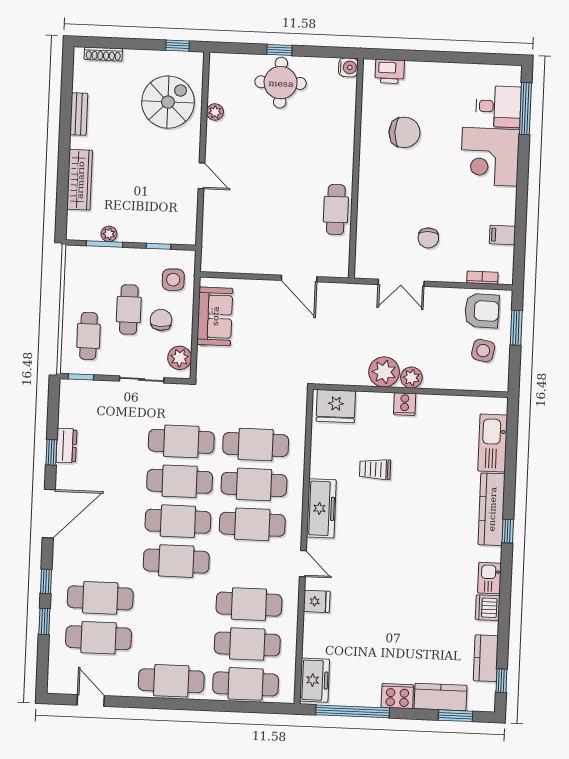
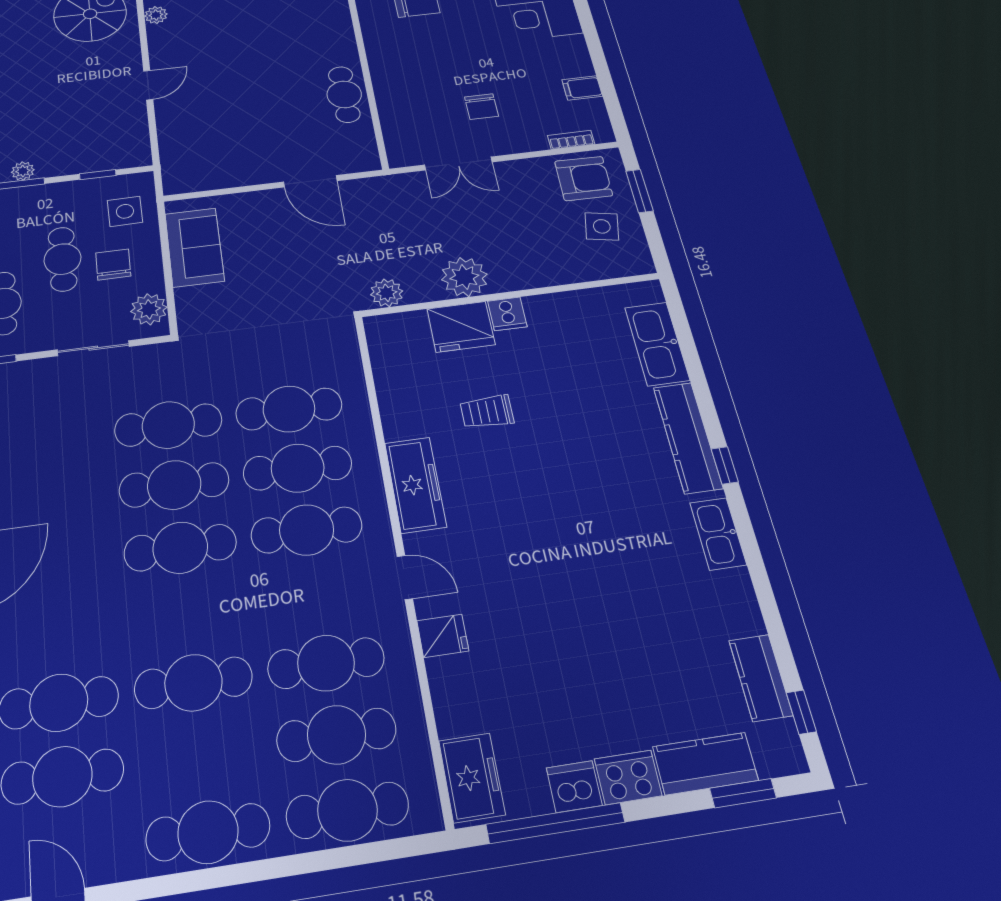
door: (202, 176) -> (148, 85), hinge flipped
plant: (411, 378) -> (387, 293), moved
fridge: (336, 406) -> (461, 327), moved
cafe table: (176, 561) -> (193, 683), moved
kitchen sink: (489, 578) -> (718, 534), width x1.38
dishwasher: (488, 608) -> (574, 787), moved, turned 90

